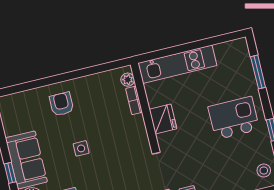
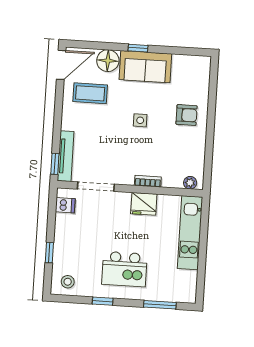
bookcase: (134, 100) -> (148, 181), moved
kitchen island: (234, 118) -> (124, 269), turned 90

